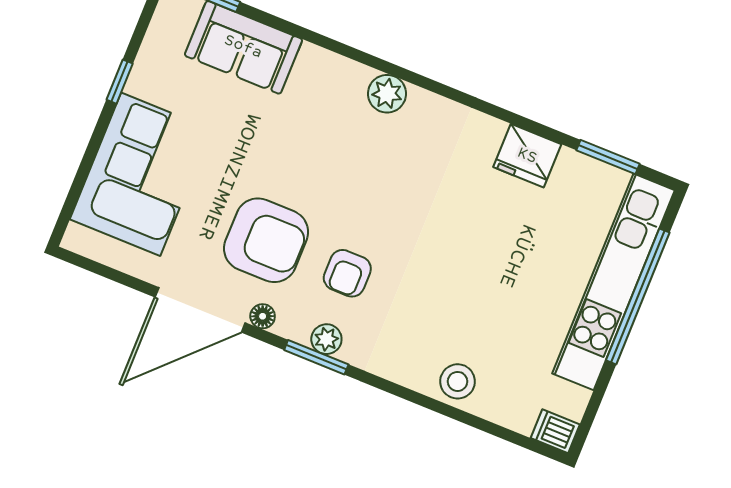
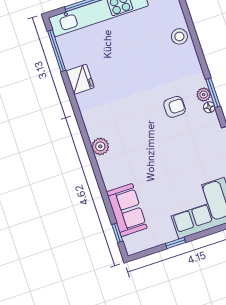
window: (608, 157) -> (57, 51), width x1.44
armchair: (266, 240) -> (187, 145), removed
floor lamp: (263, 316) -> (209, 107), moved

